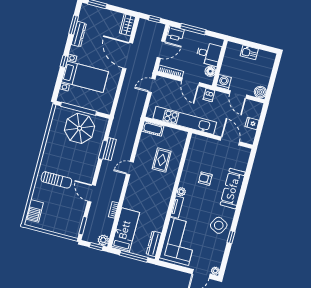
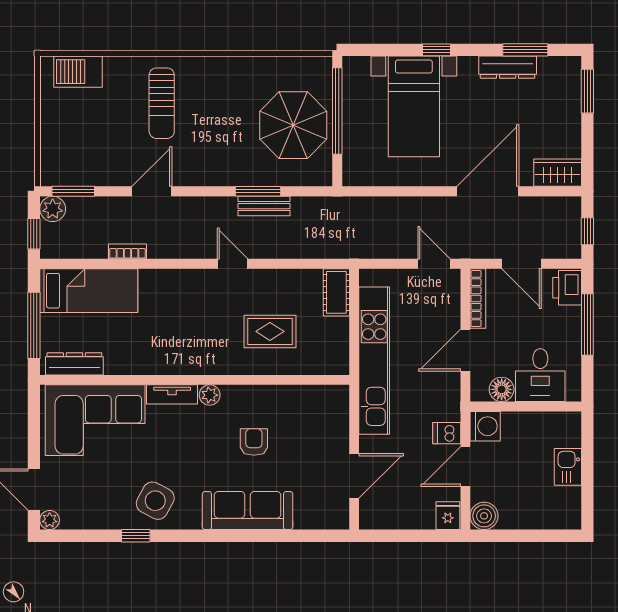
dishwasher: (209, 95) -> (447, 433), moved
fridge: (252, 123) -> (448, 516), moved
plant: (103, 240) -> (53, 209), moved

